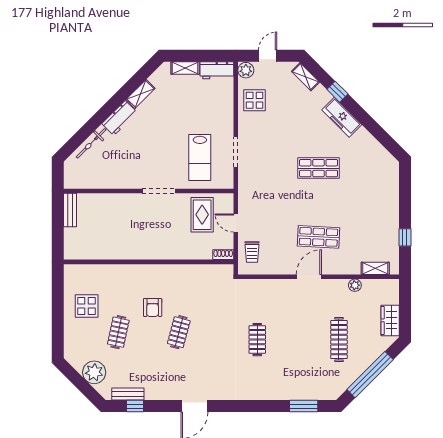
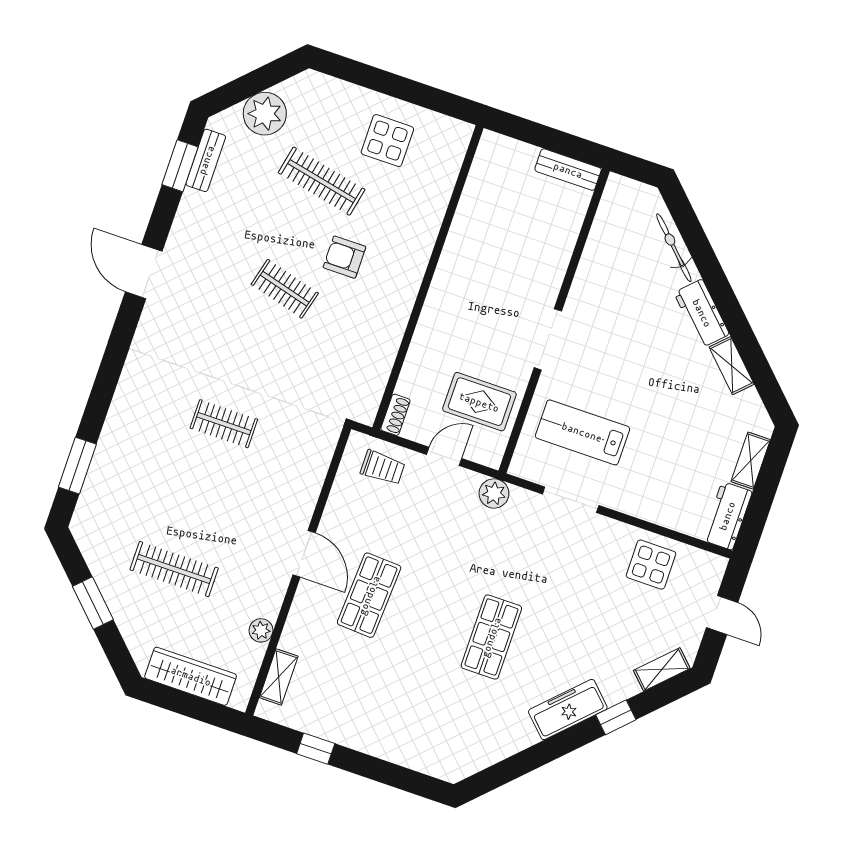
plant: (246, 70) -> (494, 493), moved
trolley: (252, 252) -> (383, 468), turned 180
wardrobe: (390, 320) -> (191, 676), width x1.50
clothes rail: (118, 332) -> (322, 181), width x1.36
window: (370, 375) -> (93, 603), width x0.47
window: (135, 406) -> (180, 166), width x1.50

